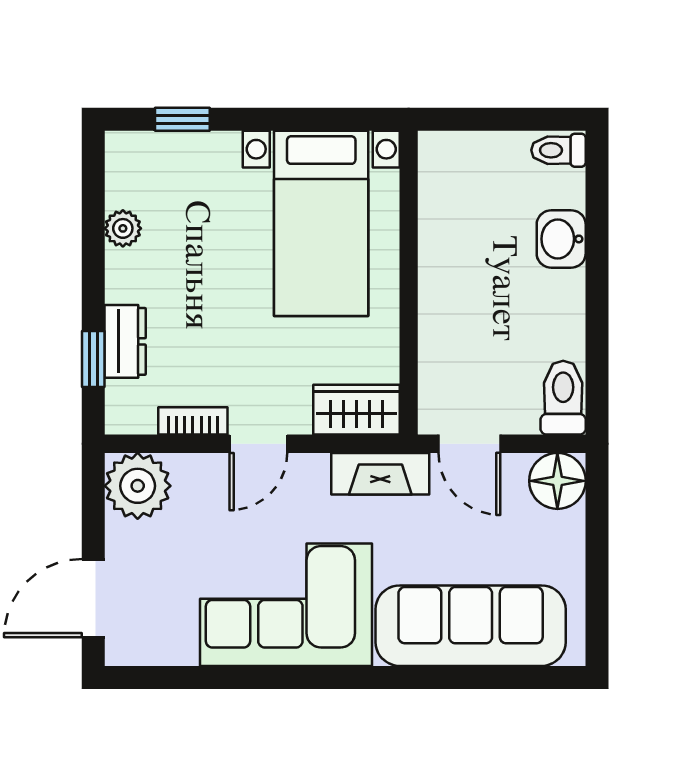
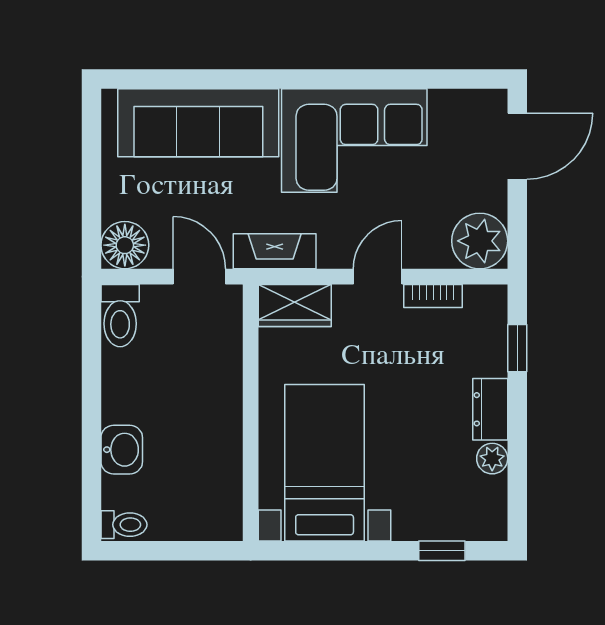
dresser: (125, 341) -> (490, 409), moved

